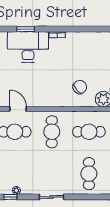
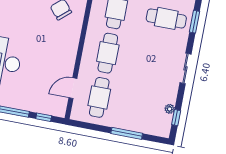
cafe table: (52, 132) -> (108, 53), turned 90
window: (91, 197) -> (195, 22), added

